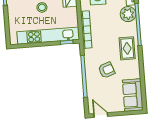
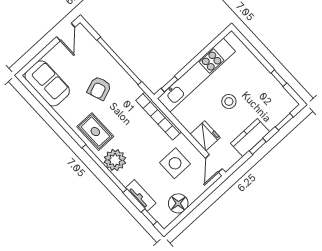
plant: (128, 14) -> (115, 160), moved
door: (101, 115) -> (66, 32), hinge flipped

